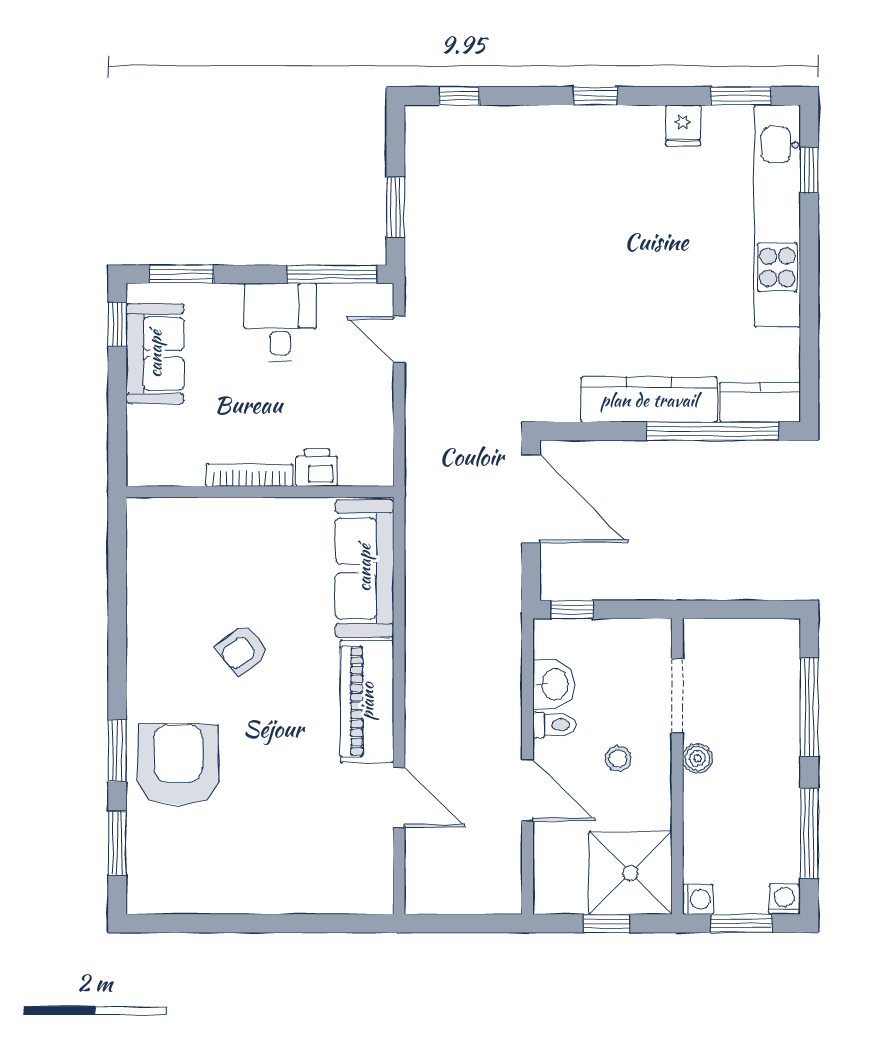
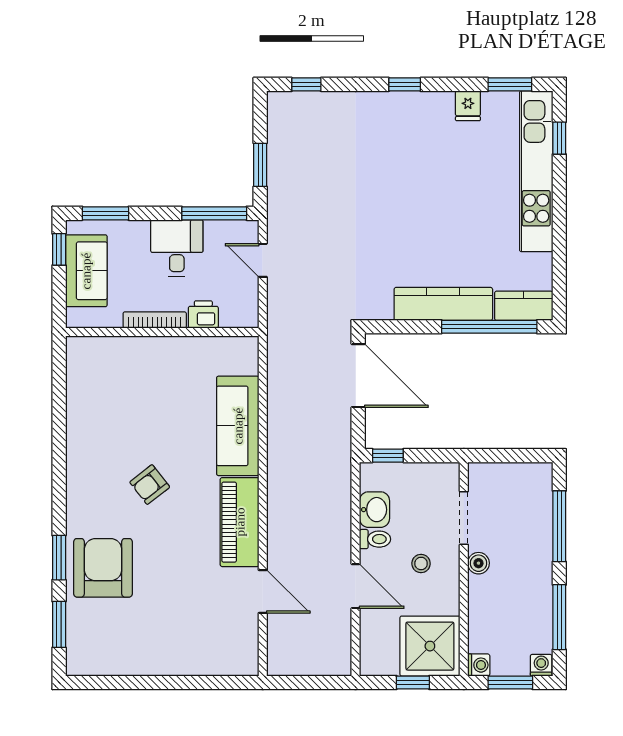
printer: (317, 468) -> (203, 314), moved
bookcase: (250, 475) -> (155, 320), moved
wall: (260, 492) -> (162, 332), moved

